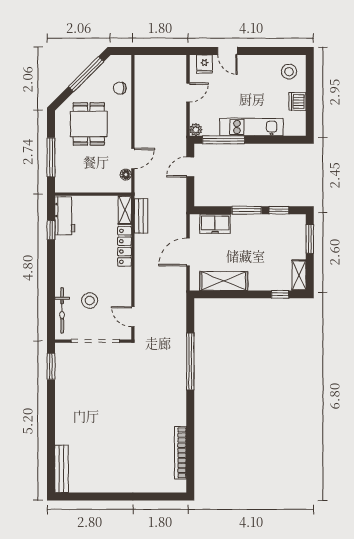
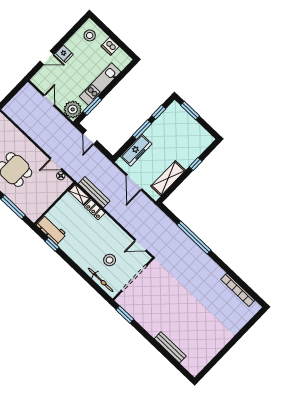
fridge: (204, 64) -> (64, 54), moved
chair: (120, 88) -> (11, 135), removed
plant: (196, 130) -> (73, 109), width x1.87, depth x1.87
window: (223, 140) -> (92, 106), width x0.69
door: (133, 158) -> (56, 164), swing flipped
bench: (141, 216) -> (94, 192), width x1.36
freezer: (215, 224) -> (136, 150), width x1.40
locker: (125, 246) -> (95, 210), width x0.66
shelving: (299, 275) -> (204, 135), removed
window: (280, 294) -> (196, 164), moved
bench: (61, 469) -> (170, 347), moved

